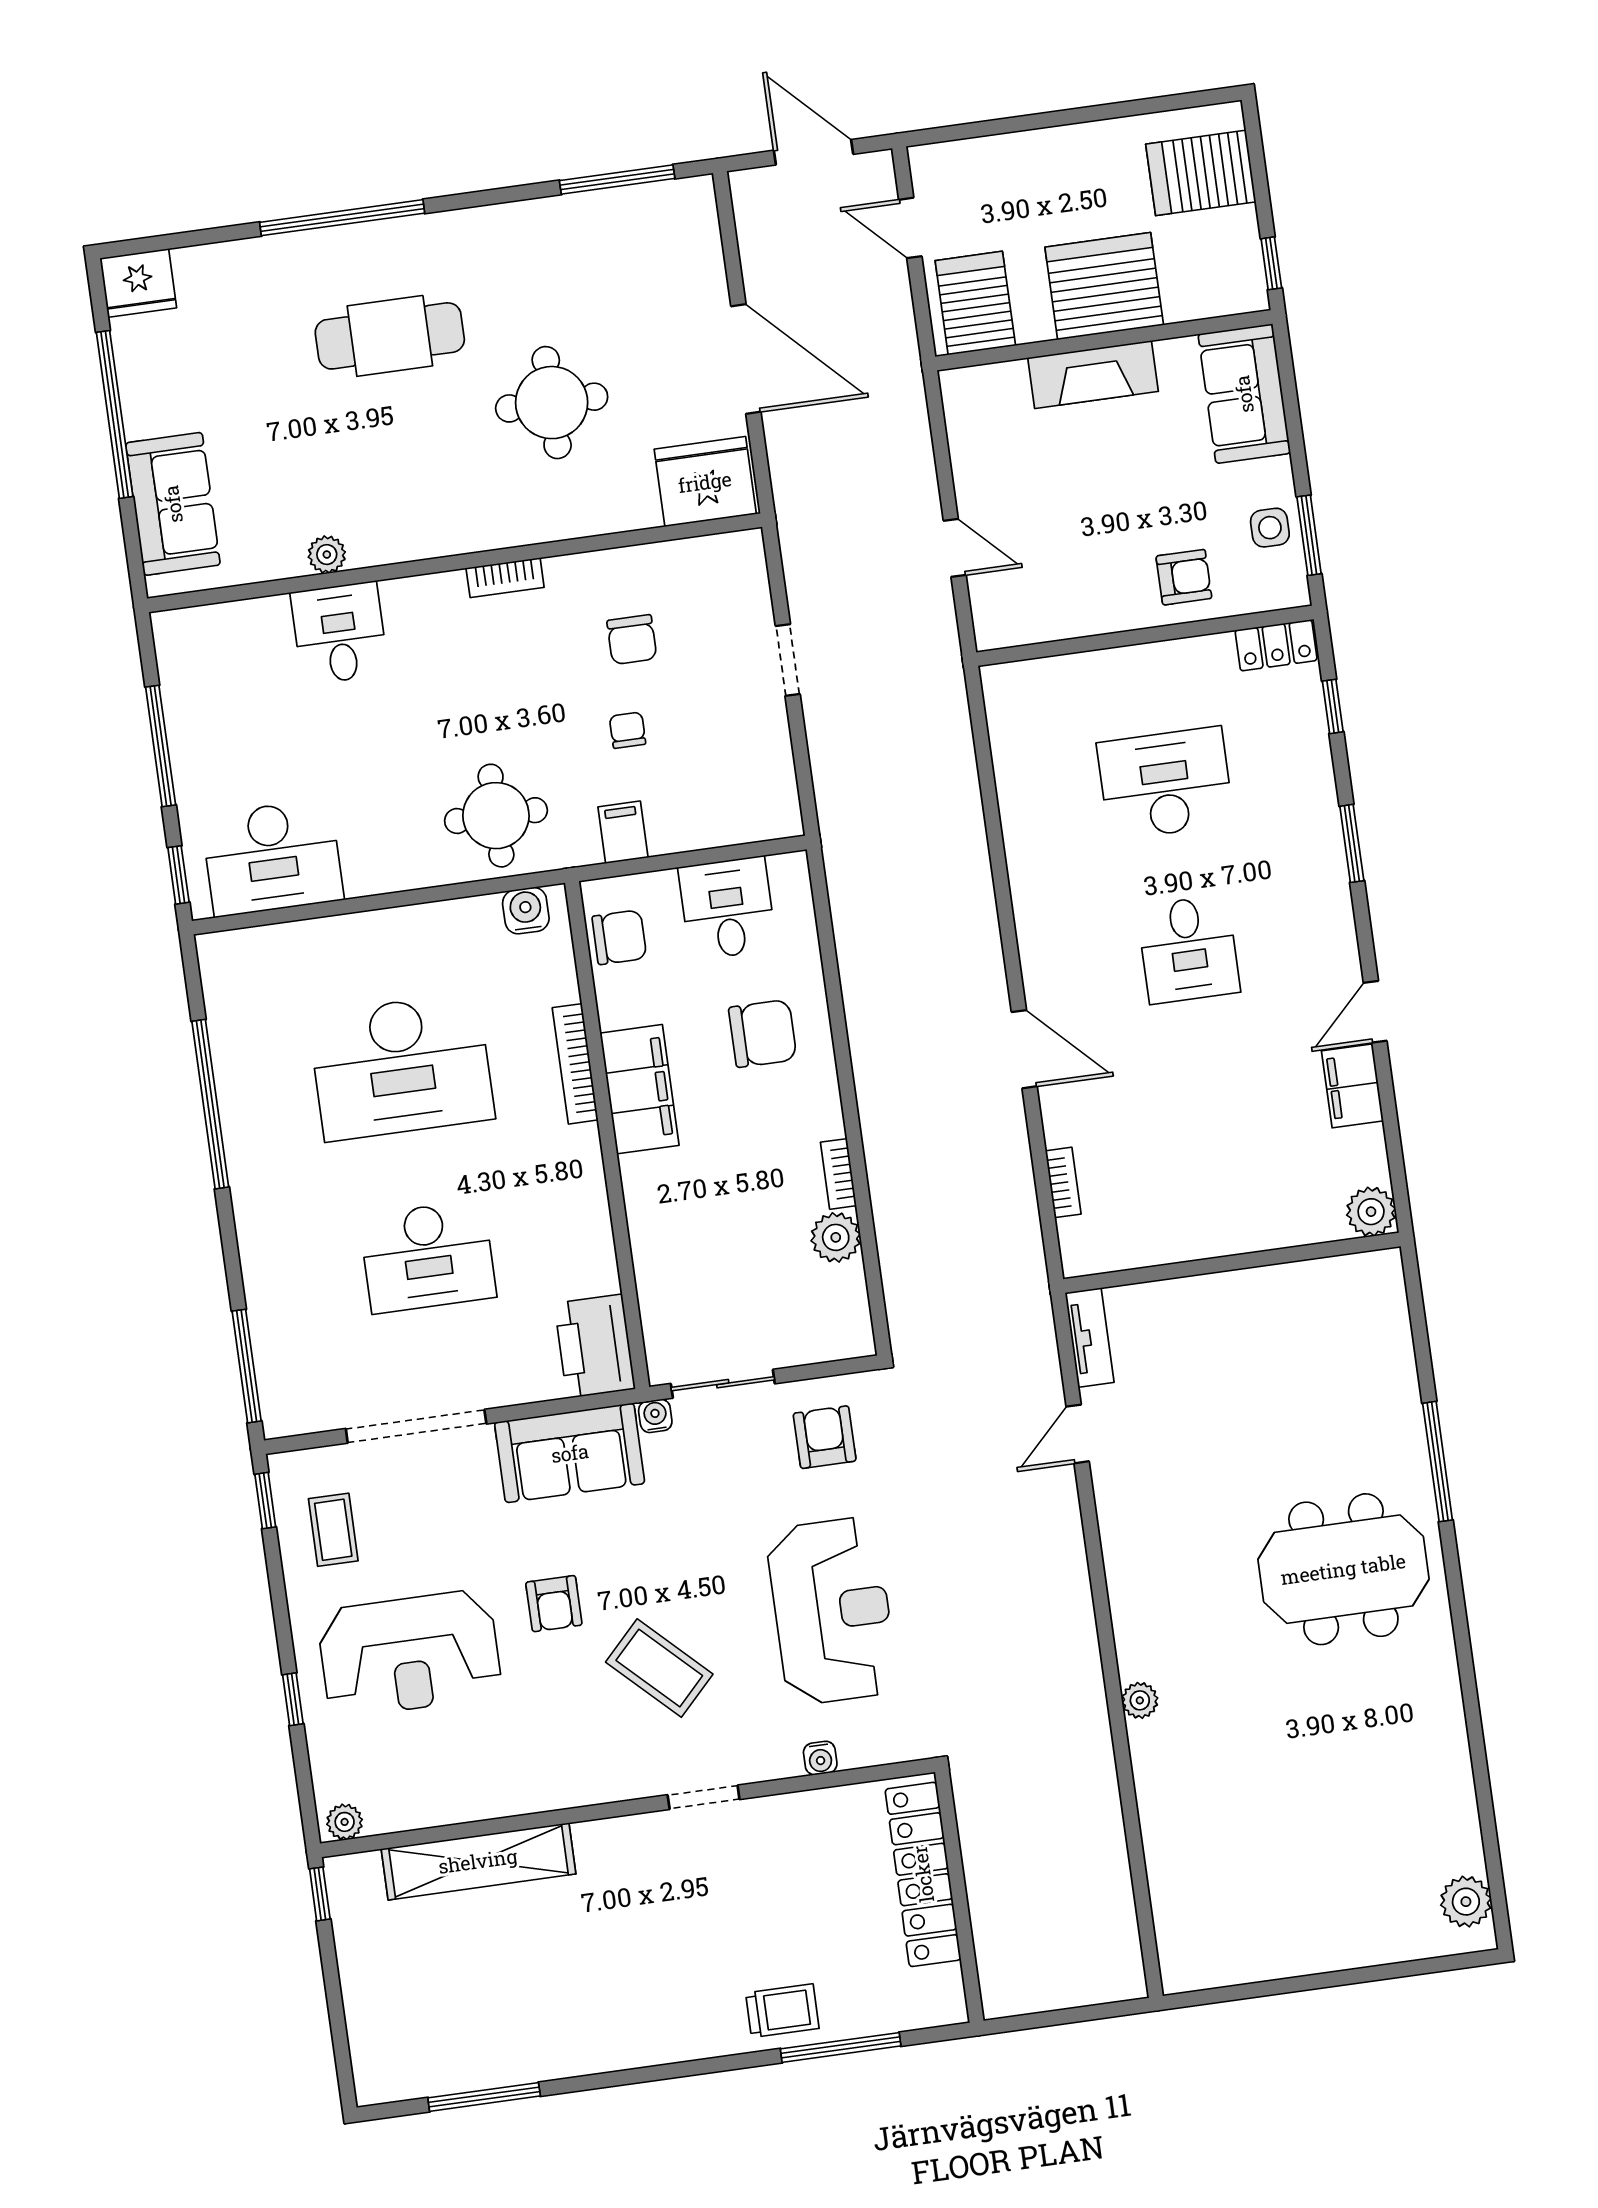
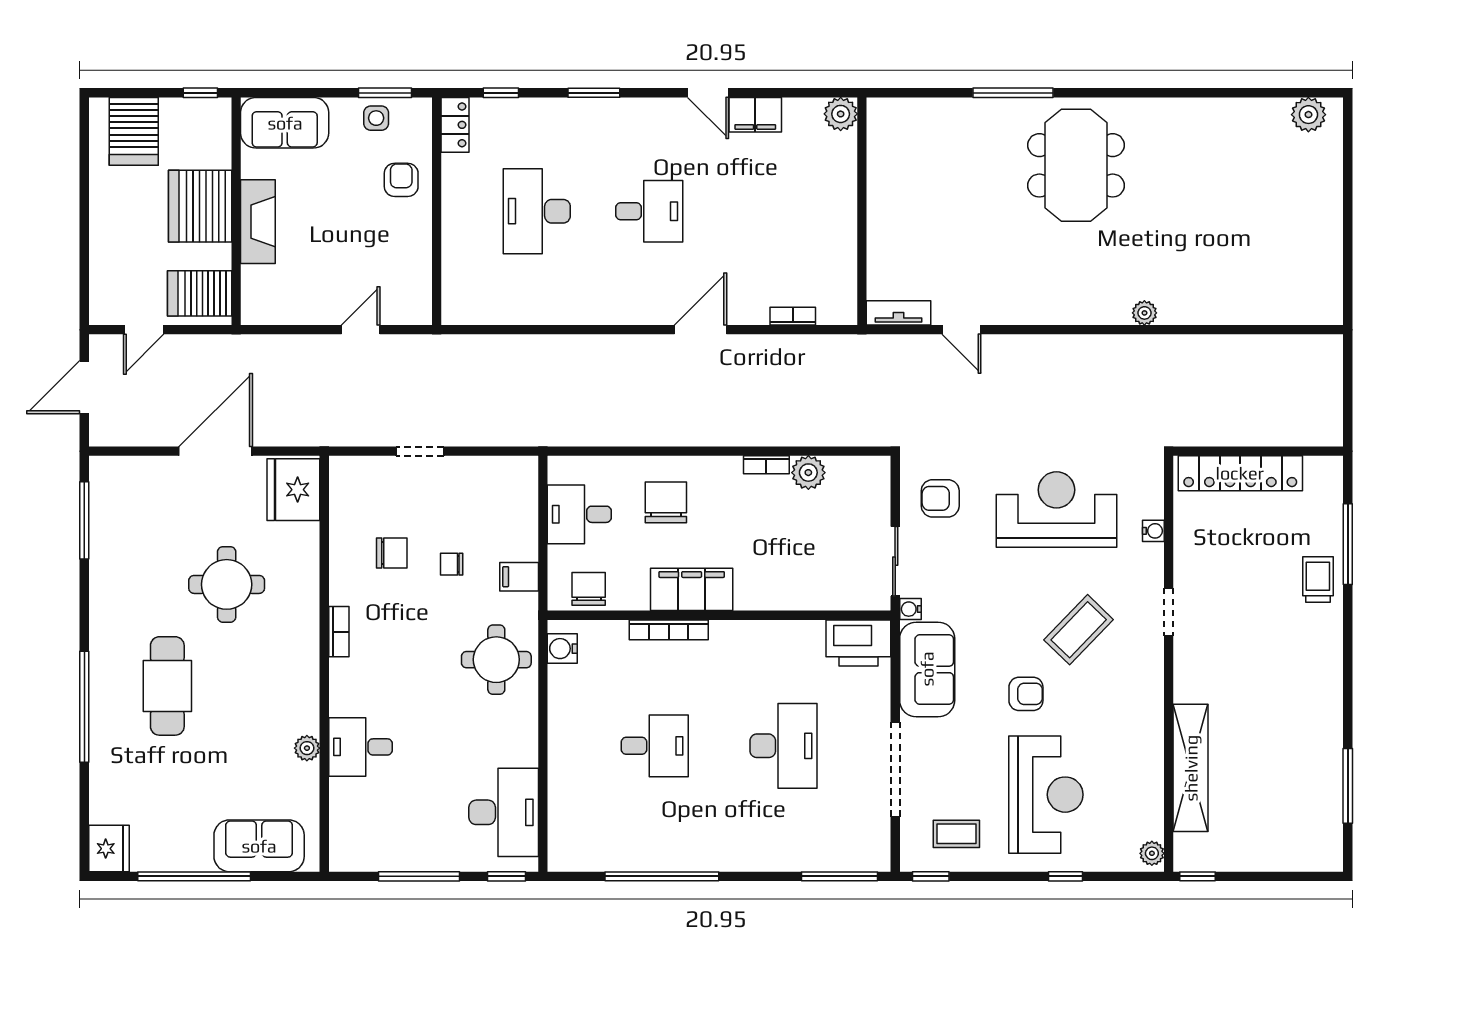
desk: (401, 1067) -> (655, 746), width x0.53, depth x0.77

